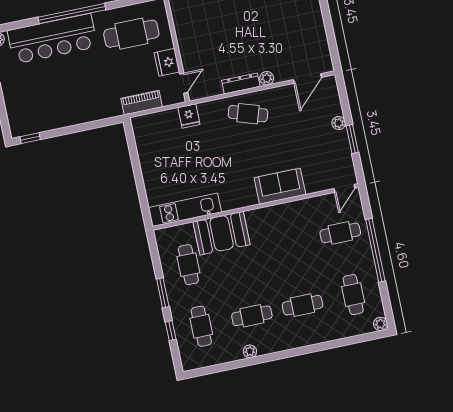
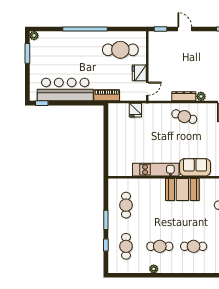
bar counter: (52, 39) -> (65, 90), moved, turned 180
piano: (142, 103) -> (107, 95), moved
fridge: (189, 116) -> (135, 110), moved
kitchen unit: (185, 210) -> (156, 170), moved
booth: (222, 233) -> (182, 190), moved

